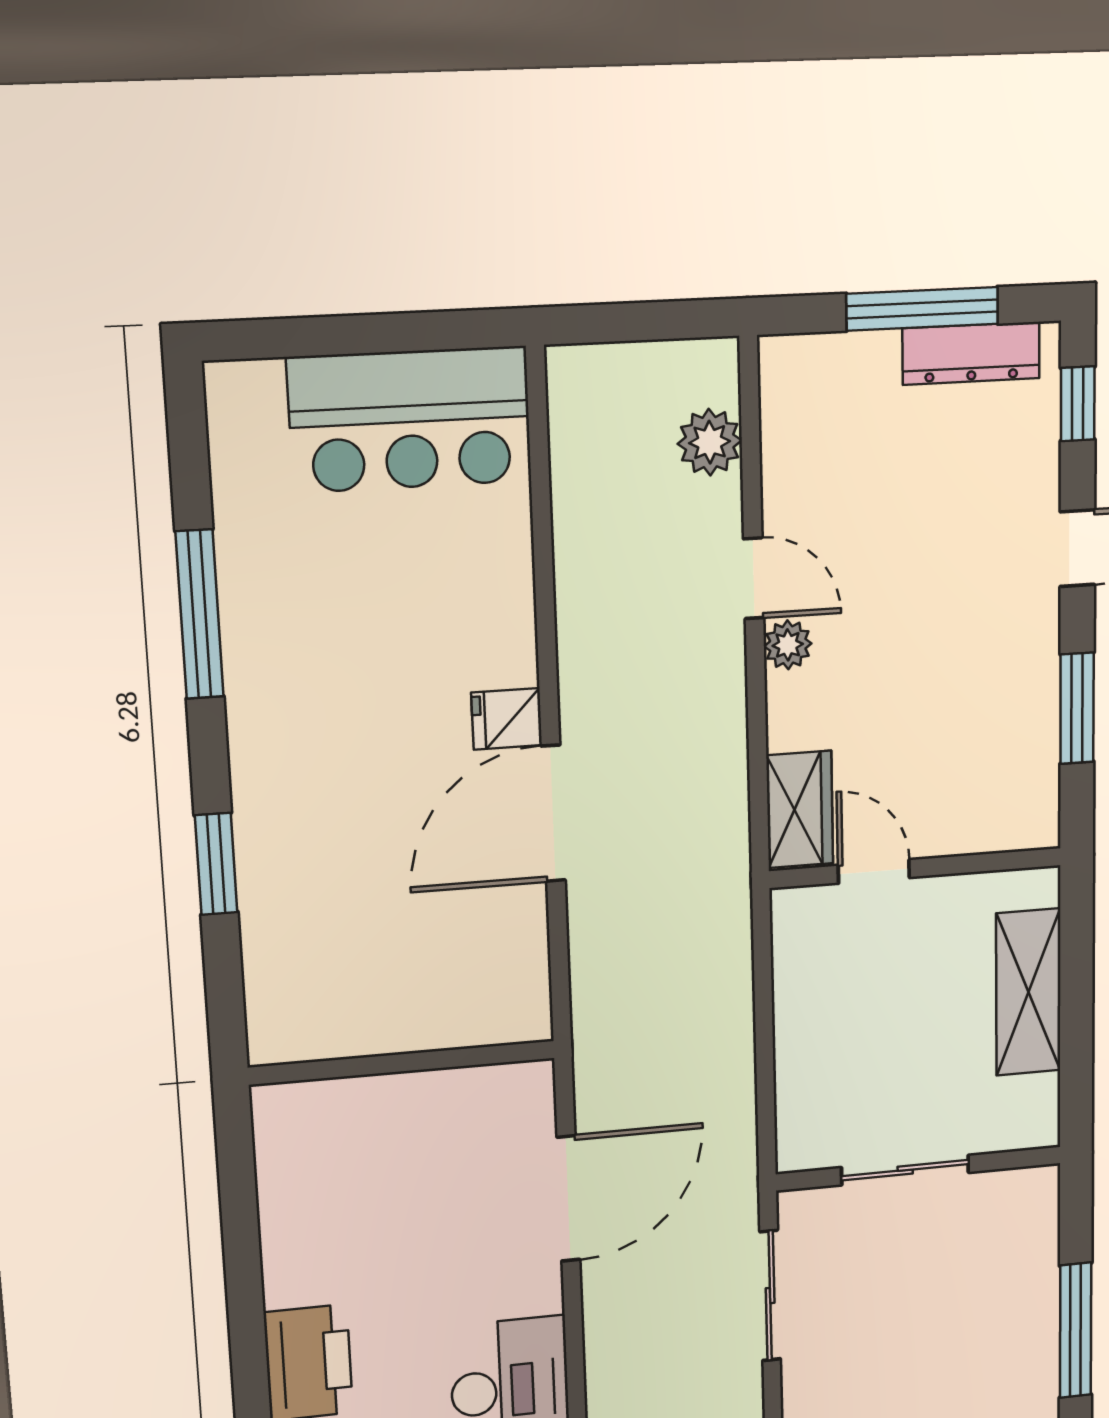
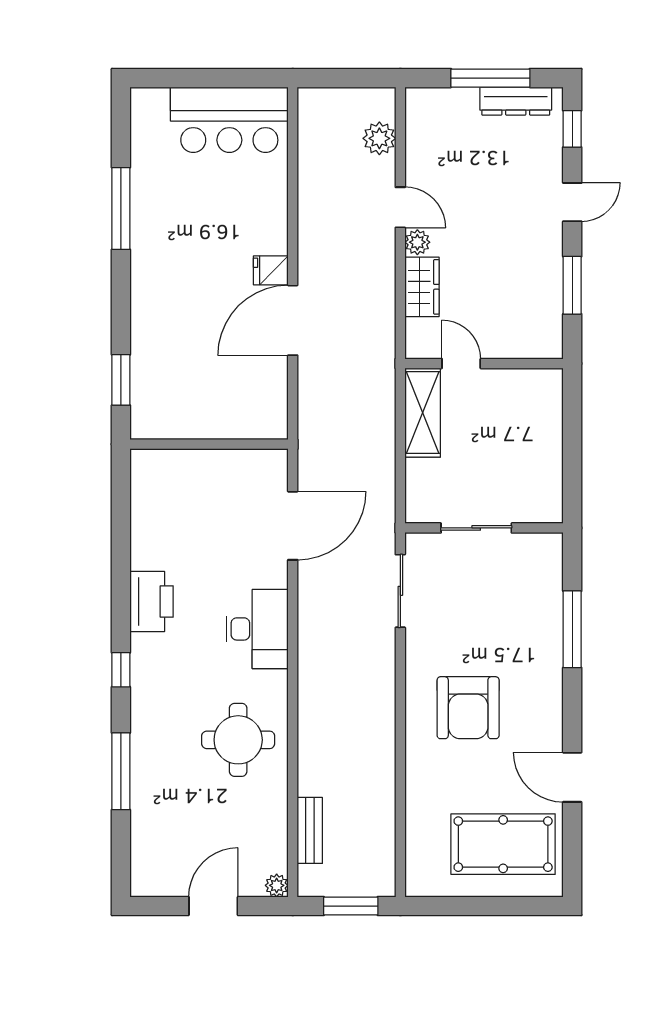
wardrobe: (800, 809) -> (422, 287), moved
window: (216, 864) -> (121, 380), moved
shelving: (1028, 992) -> (423, 413), moved

